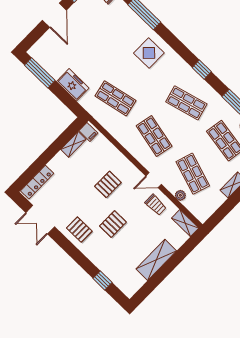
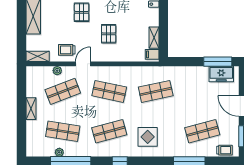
shop shelf: (109, 28) -> (202, 131), added
display table: (149, 53) -> (148, 137), moved
freezer: (73, 85) -> (221, 74), moved
shop shelf: (193, 174) -> (63, 91), turned -39

